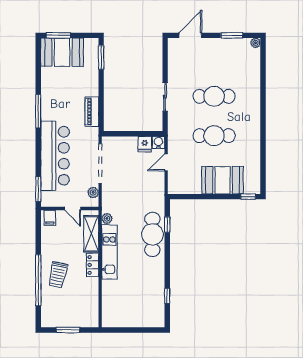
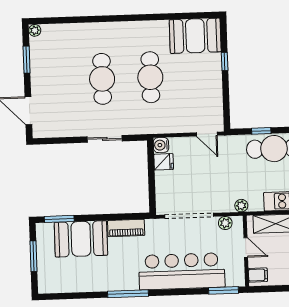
window: (58, 35) -> (33, 256), moved
booth: (62, 52) -> (81, 239), moved, turned 90
door: (166, 162) -> (207, 134), moved
booth: (223, 180) -> (195, 36), moved, turned 90
window: (248, 197) -> (225, 61), moved
door: (73, 209) -> (246, 248), hinge flipped
plant: (107, 219) -> (241, 206), moved

